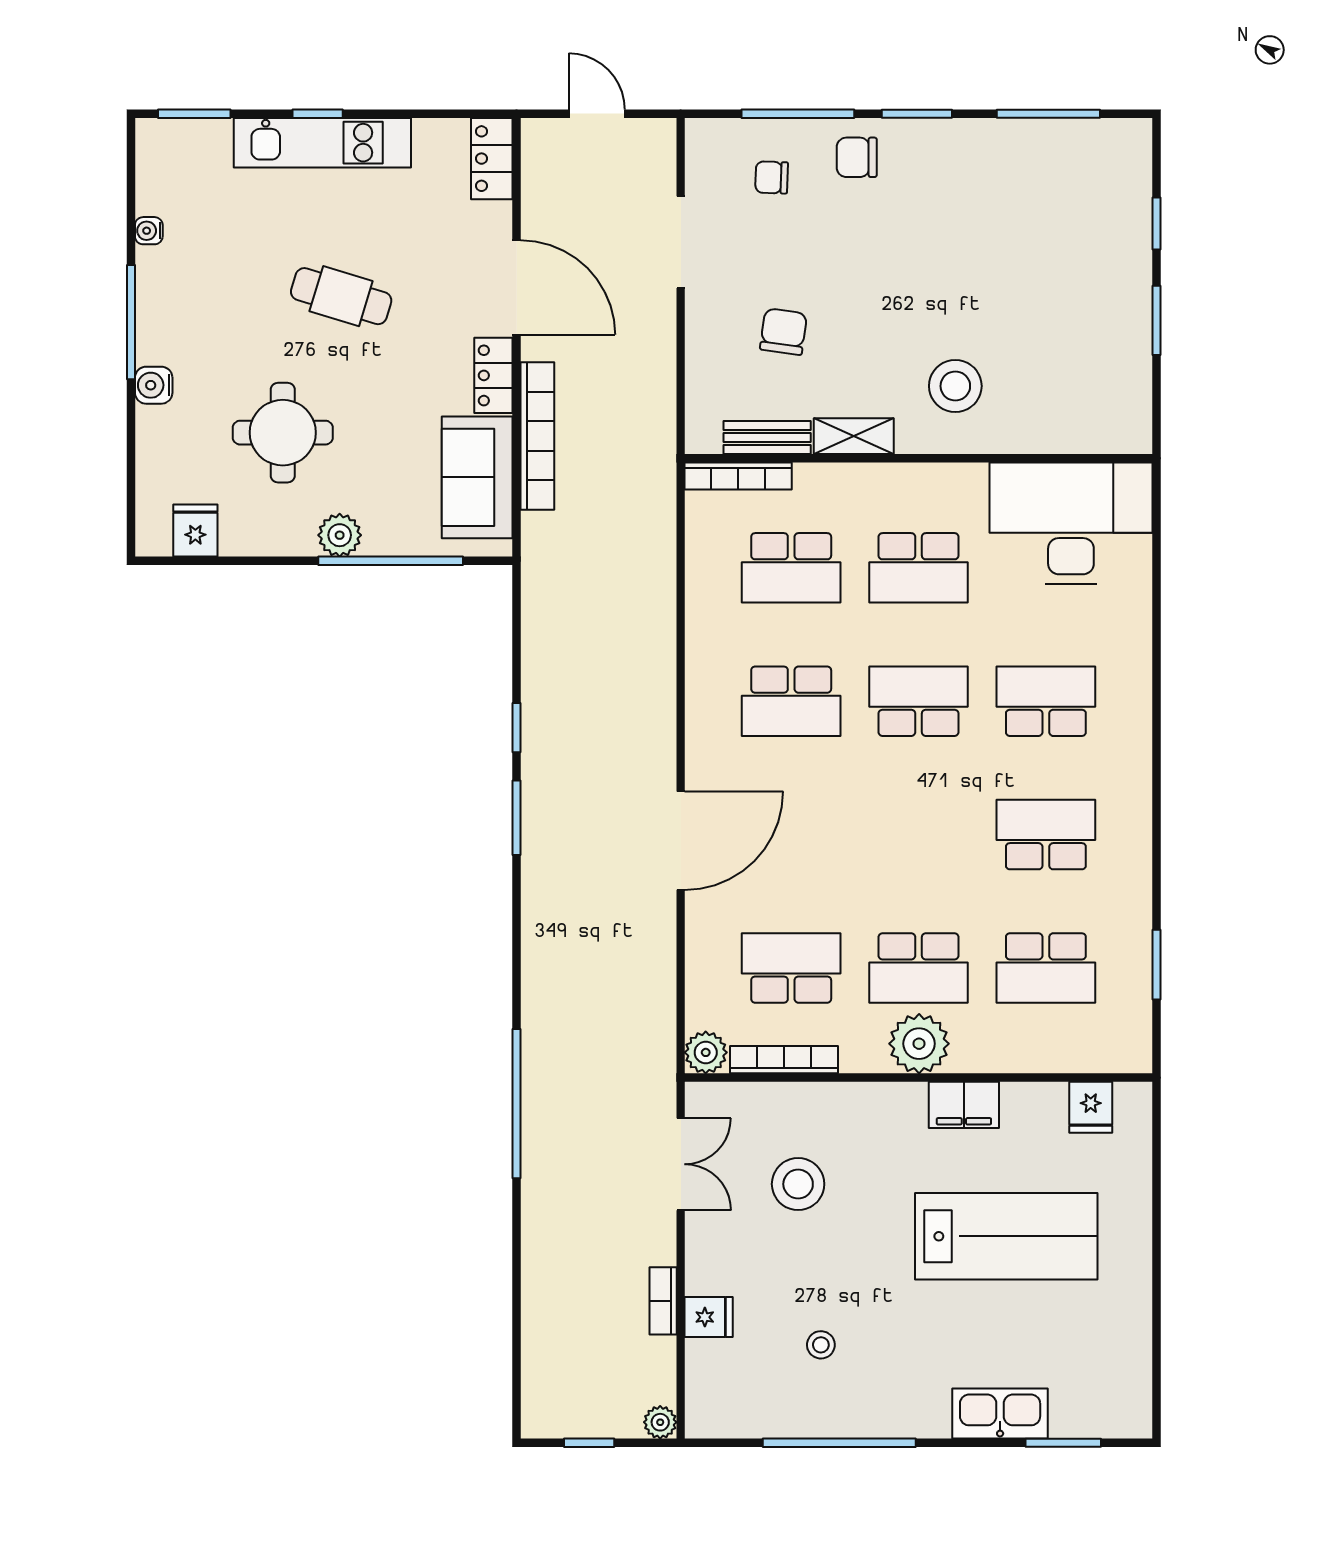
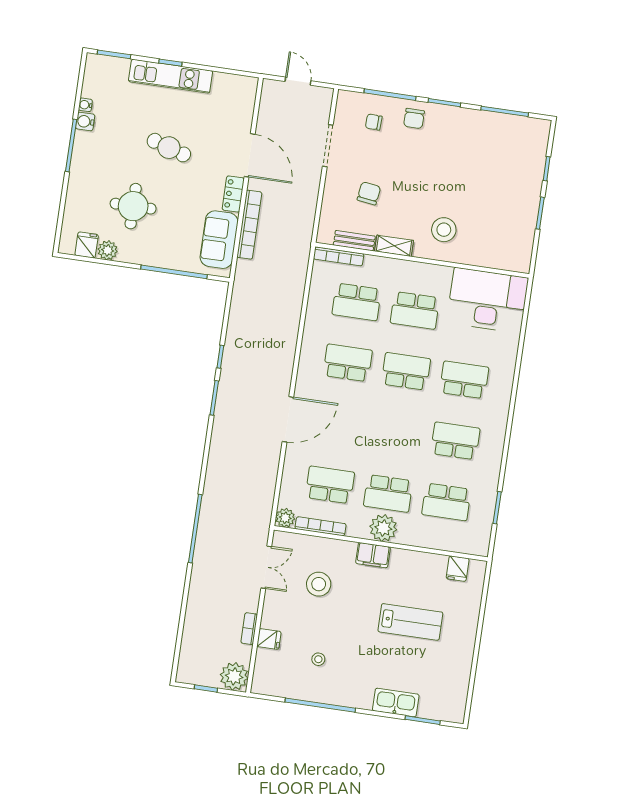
chair: (857, 157) -> (414, 119), turned -90
locker: (492, 159) -> (247, 95), removed
water cooler: (154, 385) -> (85, 121), moved
plant: (340, 535) -> (108, 250), moved
school desk: (791, 701) -> (348, 363), turned 180
filing cabinet: (964, 1105) -> (373, 555), moved
lab bench: (1006, 1236) -> (410, 622), width x0.73, depth x0.72
plant: (660, 1422) -> (234, 676), width x1.88, depth x1.88

